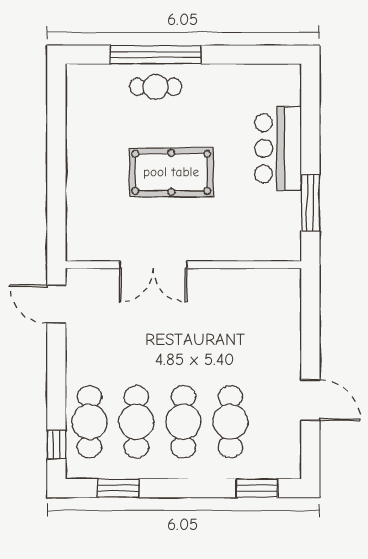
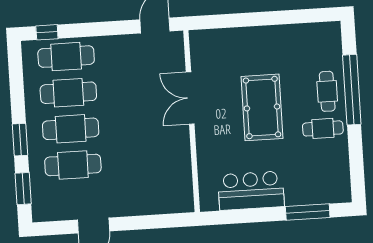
cafe table: (203, 95) -> (323, 128), added
bar counter: (278, 148) -> (251, 191), moved
window: (310, 203) -> (308, 212), moved
window: (119, 488) -> (20, 140), moved

